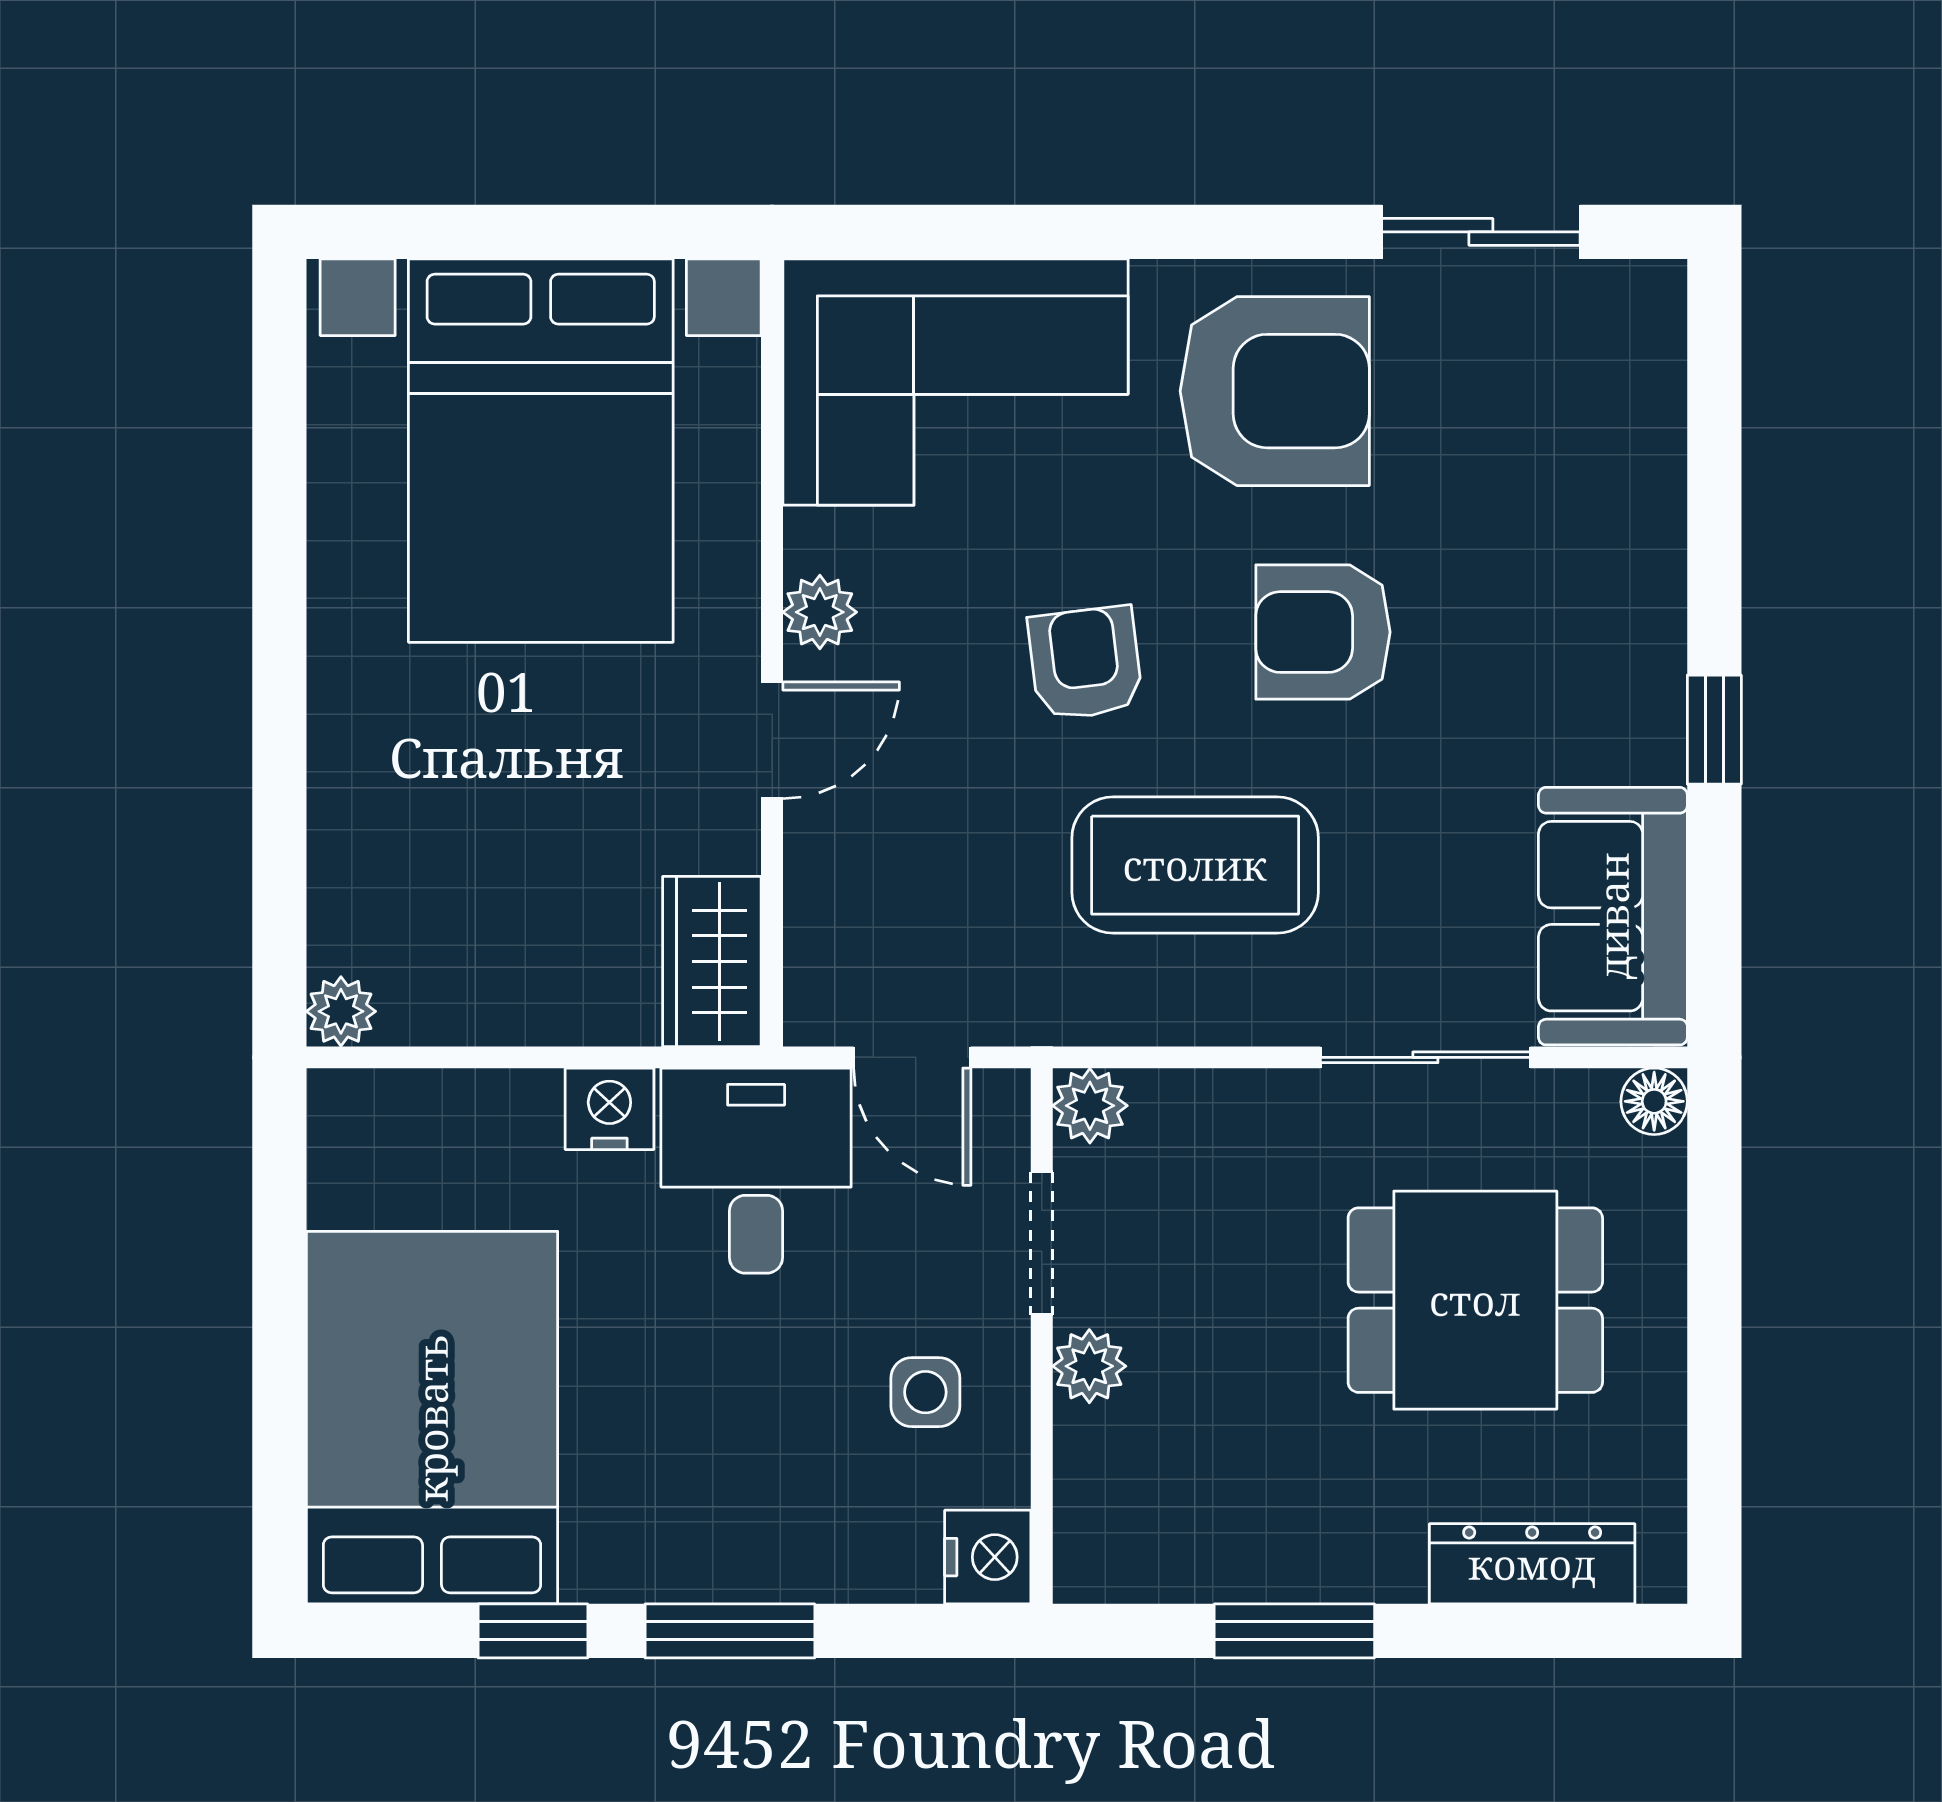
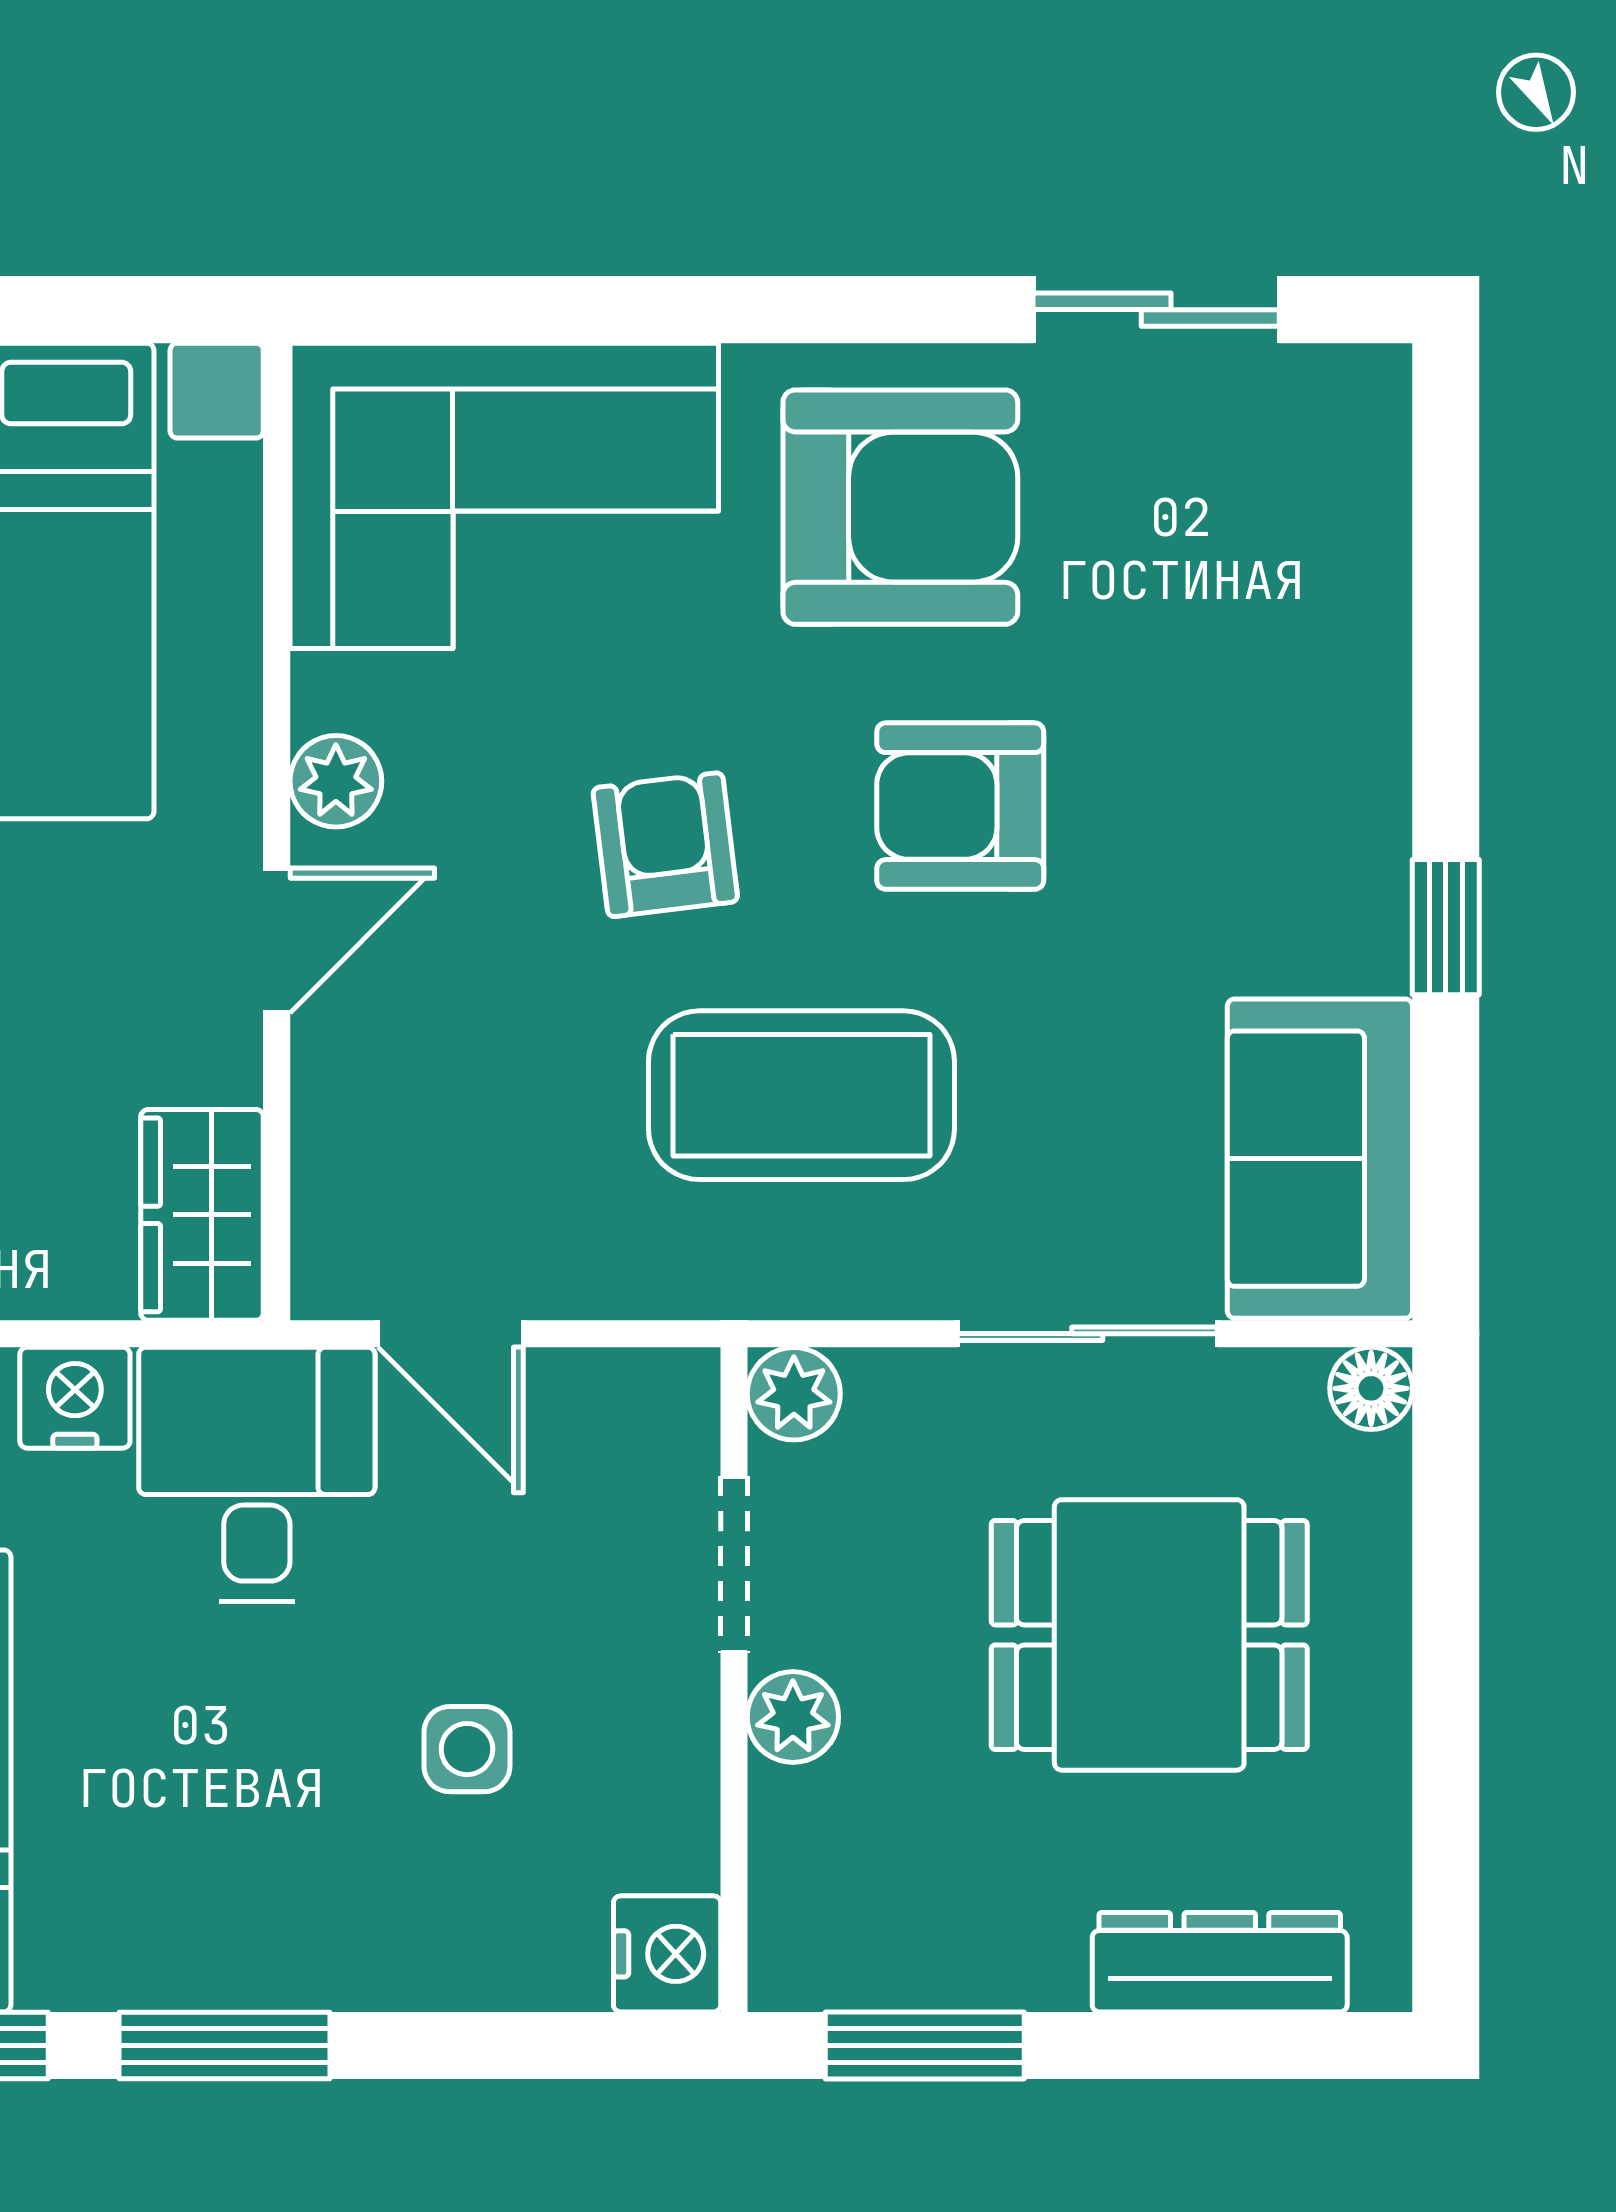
plant: (1090, 1106) -> (794, 1394), moved
doorway: (1042, 1243) -> (734, 1564), moved
wall: (1042, 1336) -> (734, 1680), moved
plant: (1089, 1366) -> (793, 1717), moved
nightstand: (988, 1557) -> (667, 1954), moved

